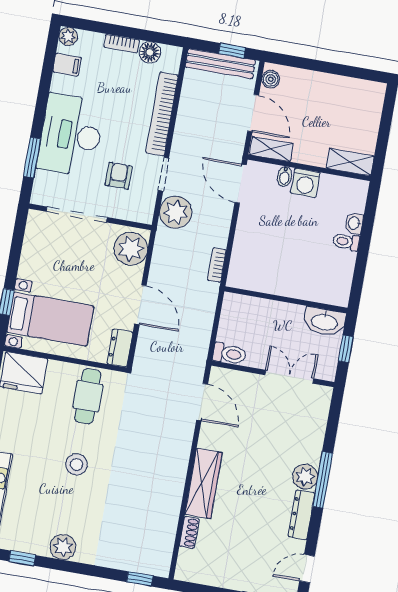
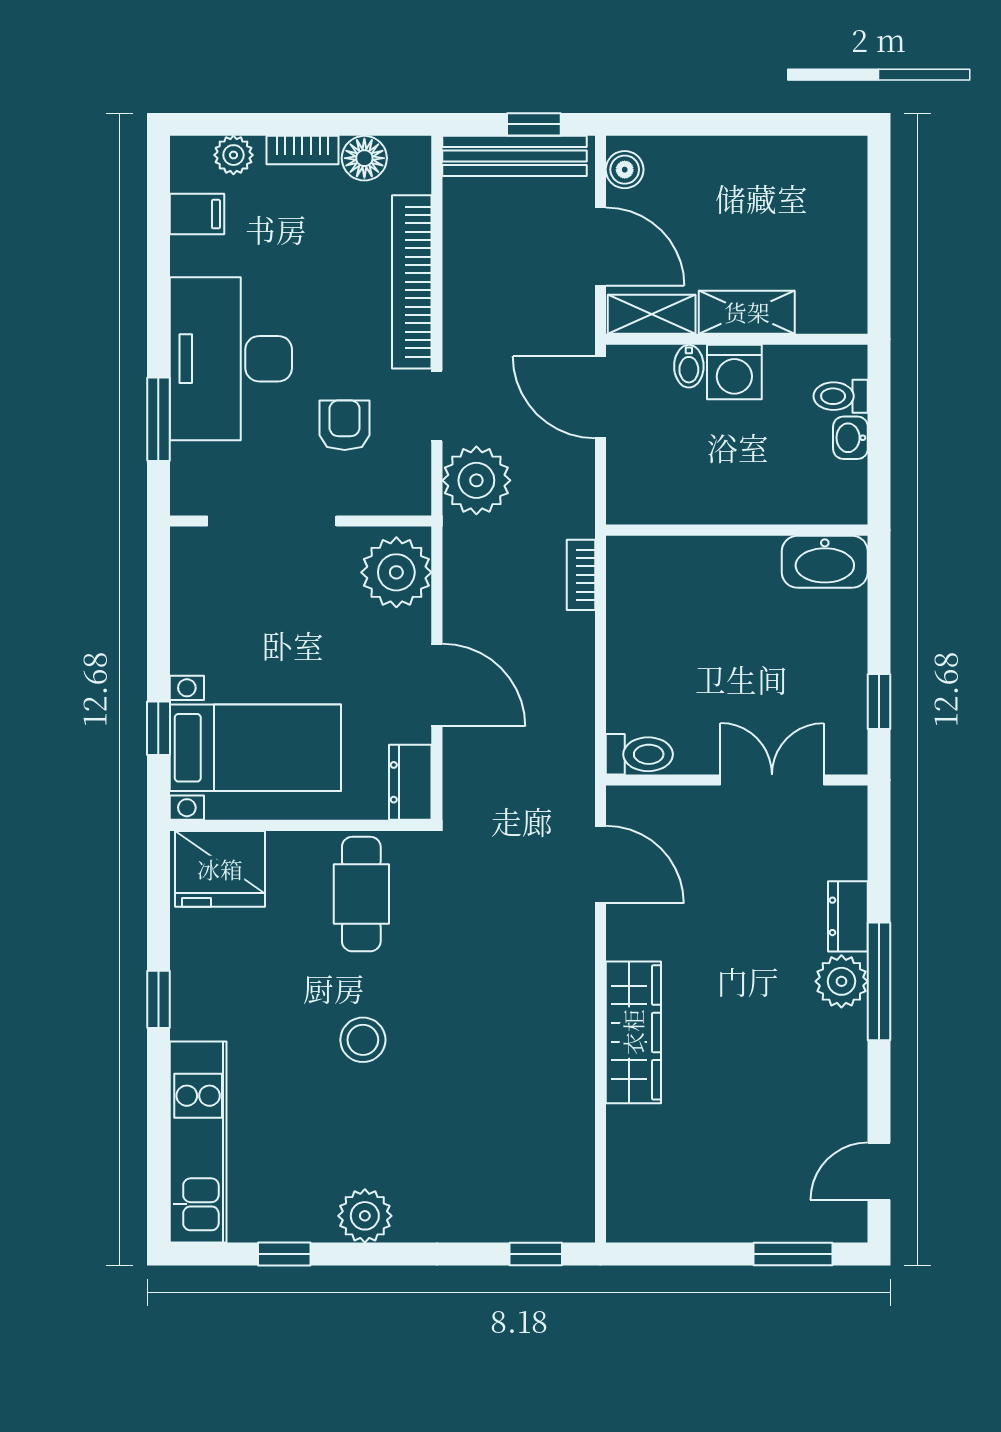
plant: (68, 36) -> (233, 155), moved
shelving: (350, 162) -> (747, 312), moved
toilet: (346, 242) -> (841, 396), moved
wall: (286, 300) -> (737, 530), moved
washbasin: (324, 322) -> (825, 562), moved
dresser: (302, 515) -> (848, 916), moved, width x0.70
shoe rack: (189, 532) -> (622, 1139), removed

